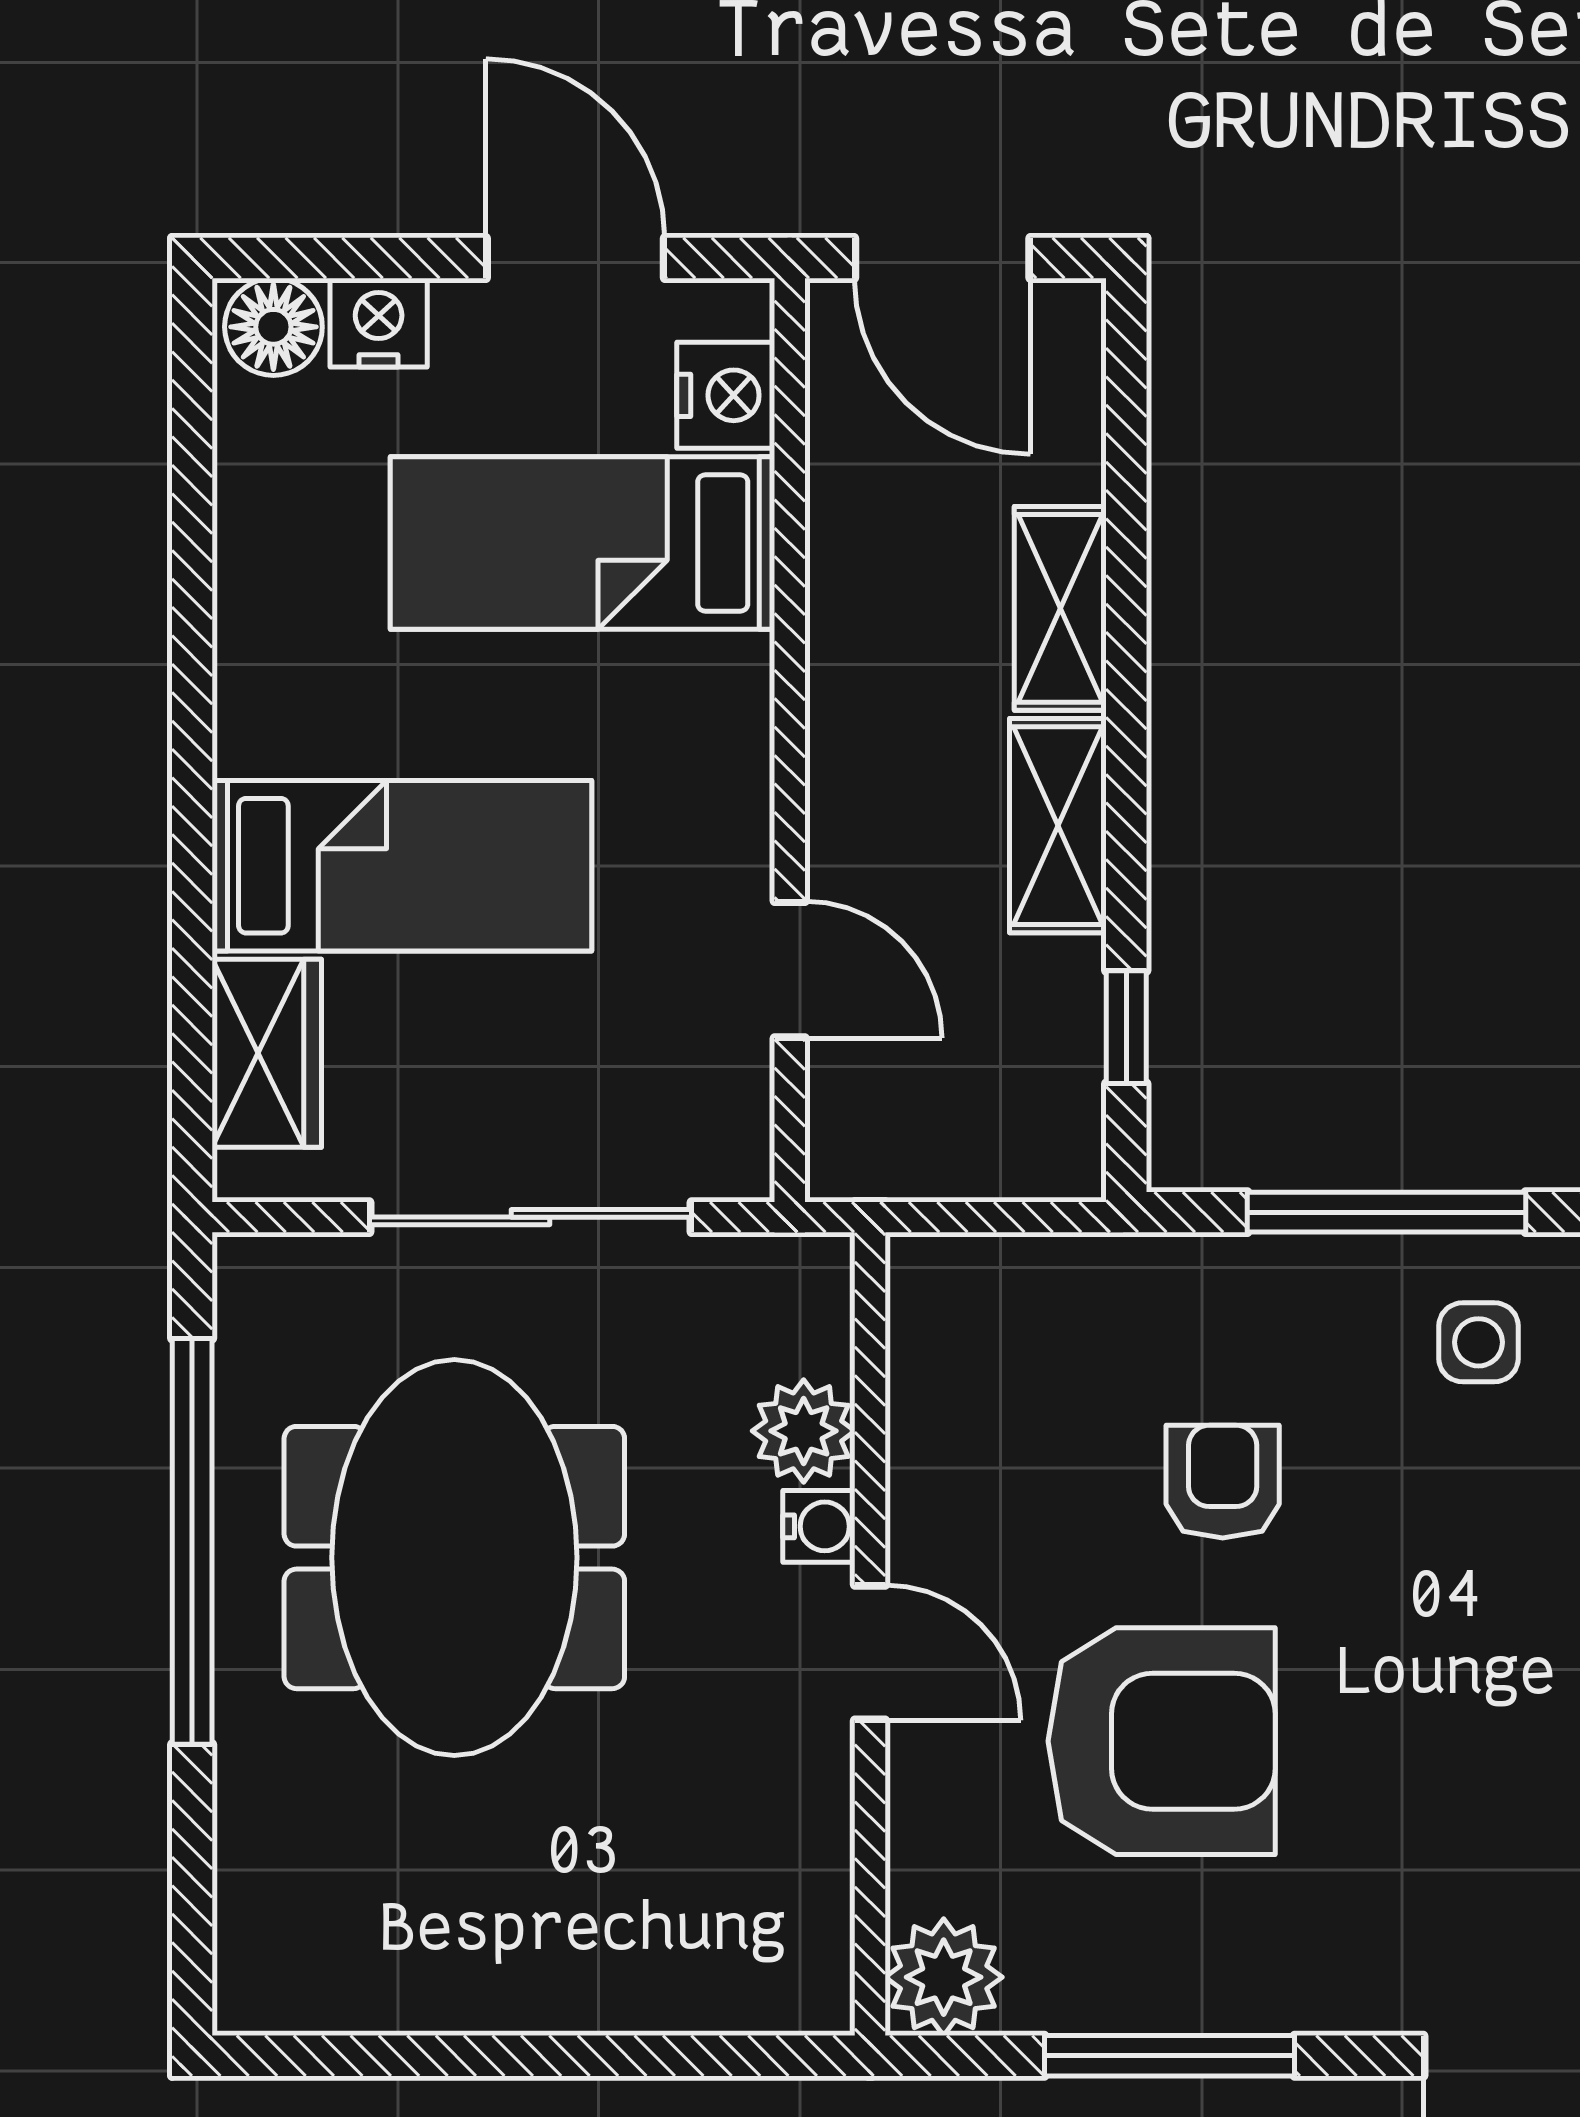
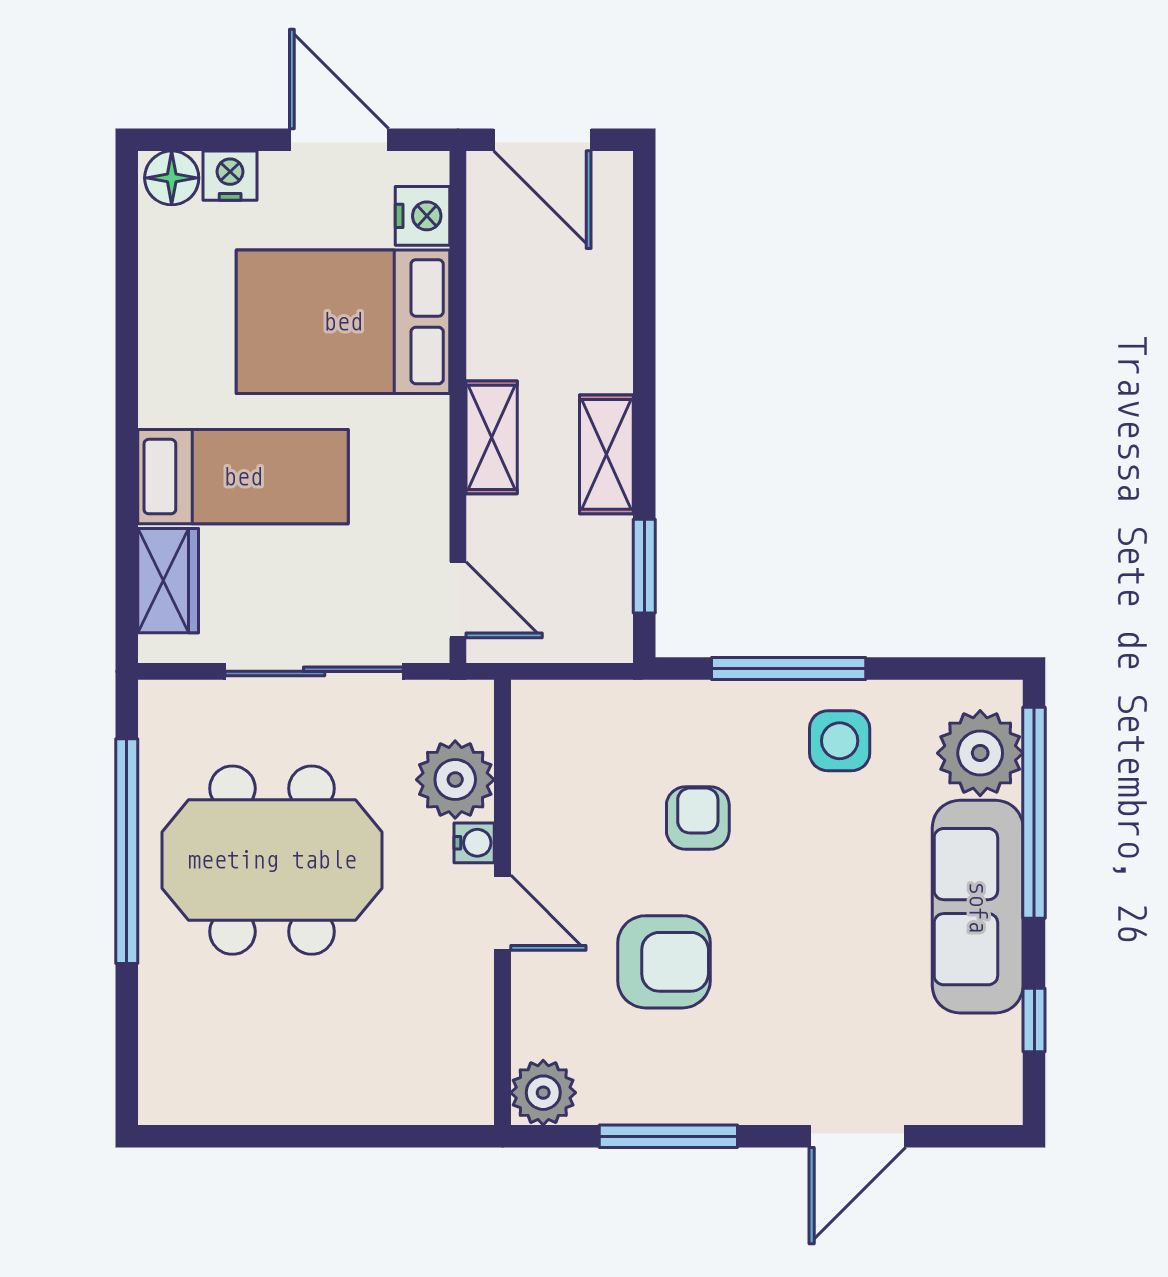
bed: (582, 543) -> (343, 322), width x1.50
shelving: (1060, 608) -> (492, 437), moved
door: (790, 970) -> (458, 600), moved
window: (1126, 1027) -> (644, 566), width x1.50
side table: (1479, 1342) -> (840, 741), width x1.37, depth x1.37
plant: (804, 1431) -> (455, 780), width x1.36, depth x1.36
meeting table: (454, 1558) -> (272, 860), turned 90
armchair: (1162, 1741) -> (664, 962), width x0.73, depth x0.73

